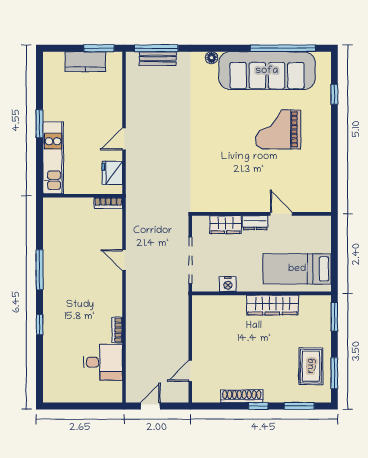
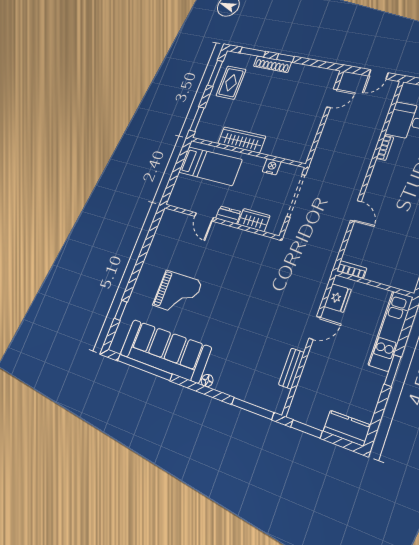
bench: (158, 59) -> (291, 368), moved, turned 90
kitchen counter: (85, 62) -> (347, 428), moved
shoe rack: (242, 396) -> (272, 64), moved

